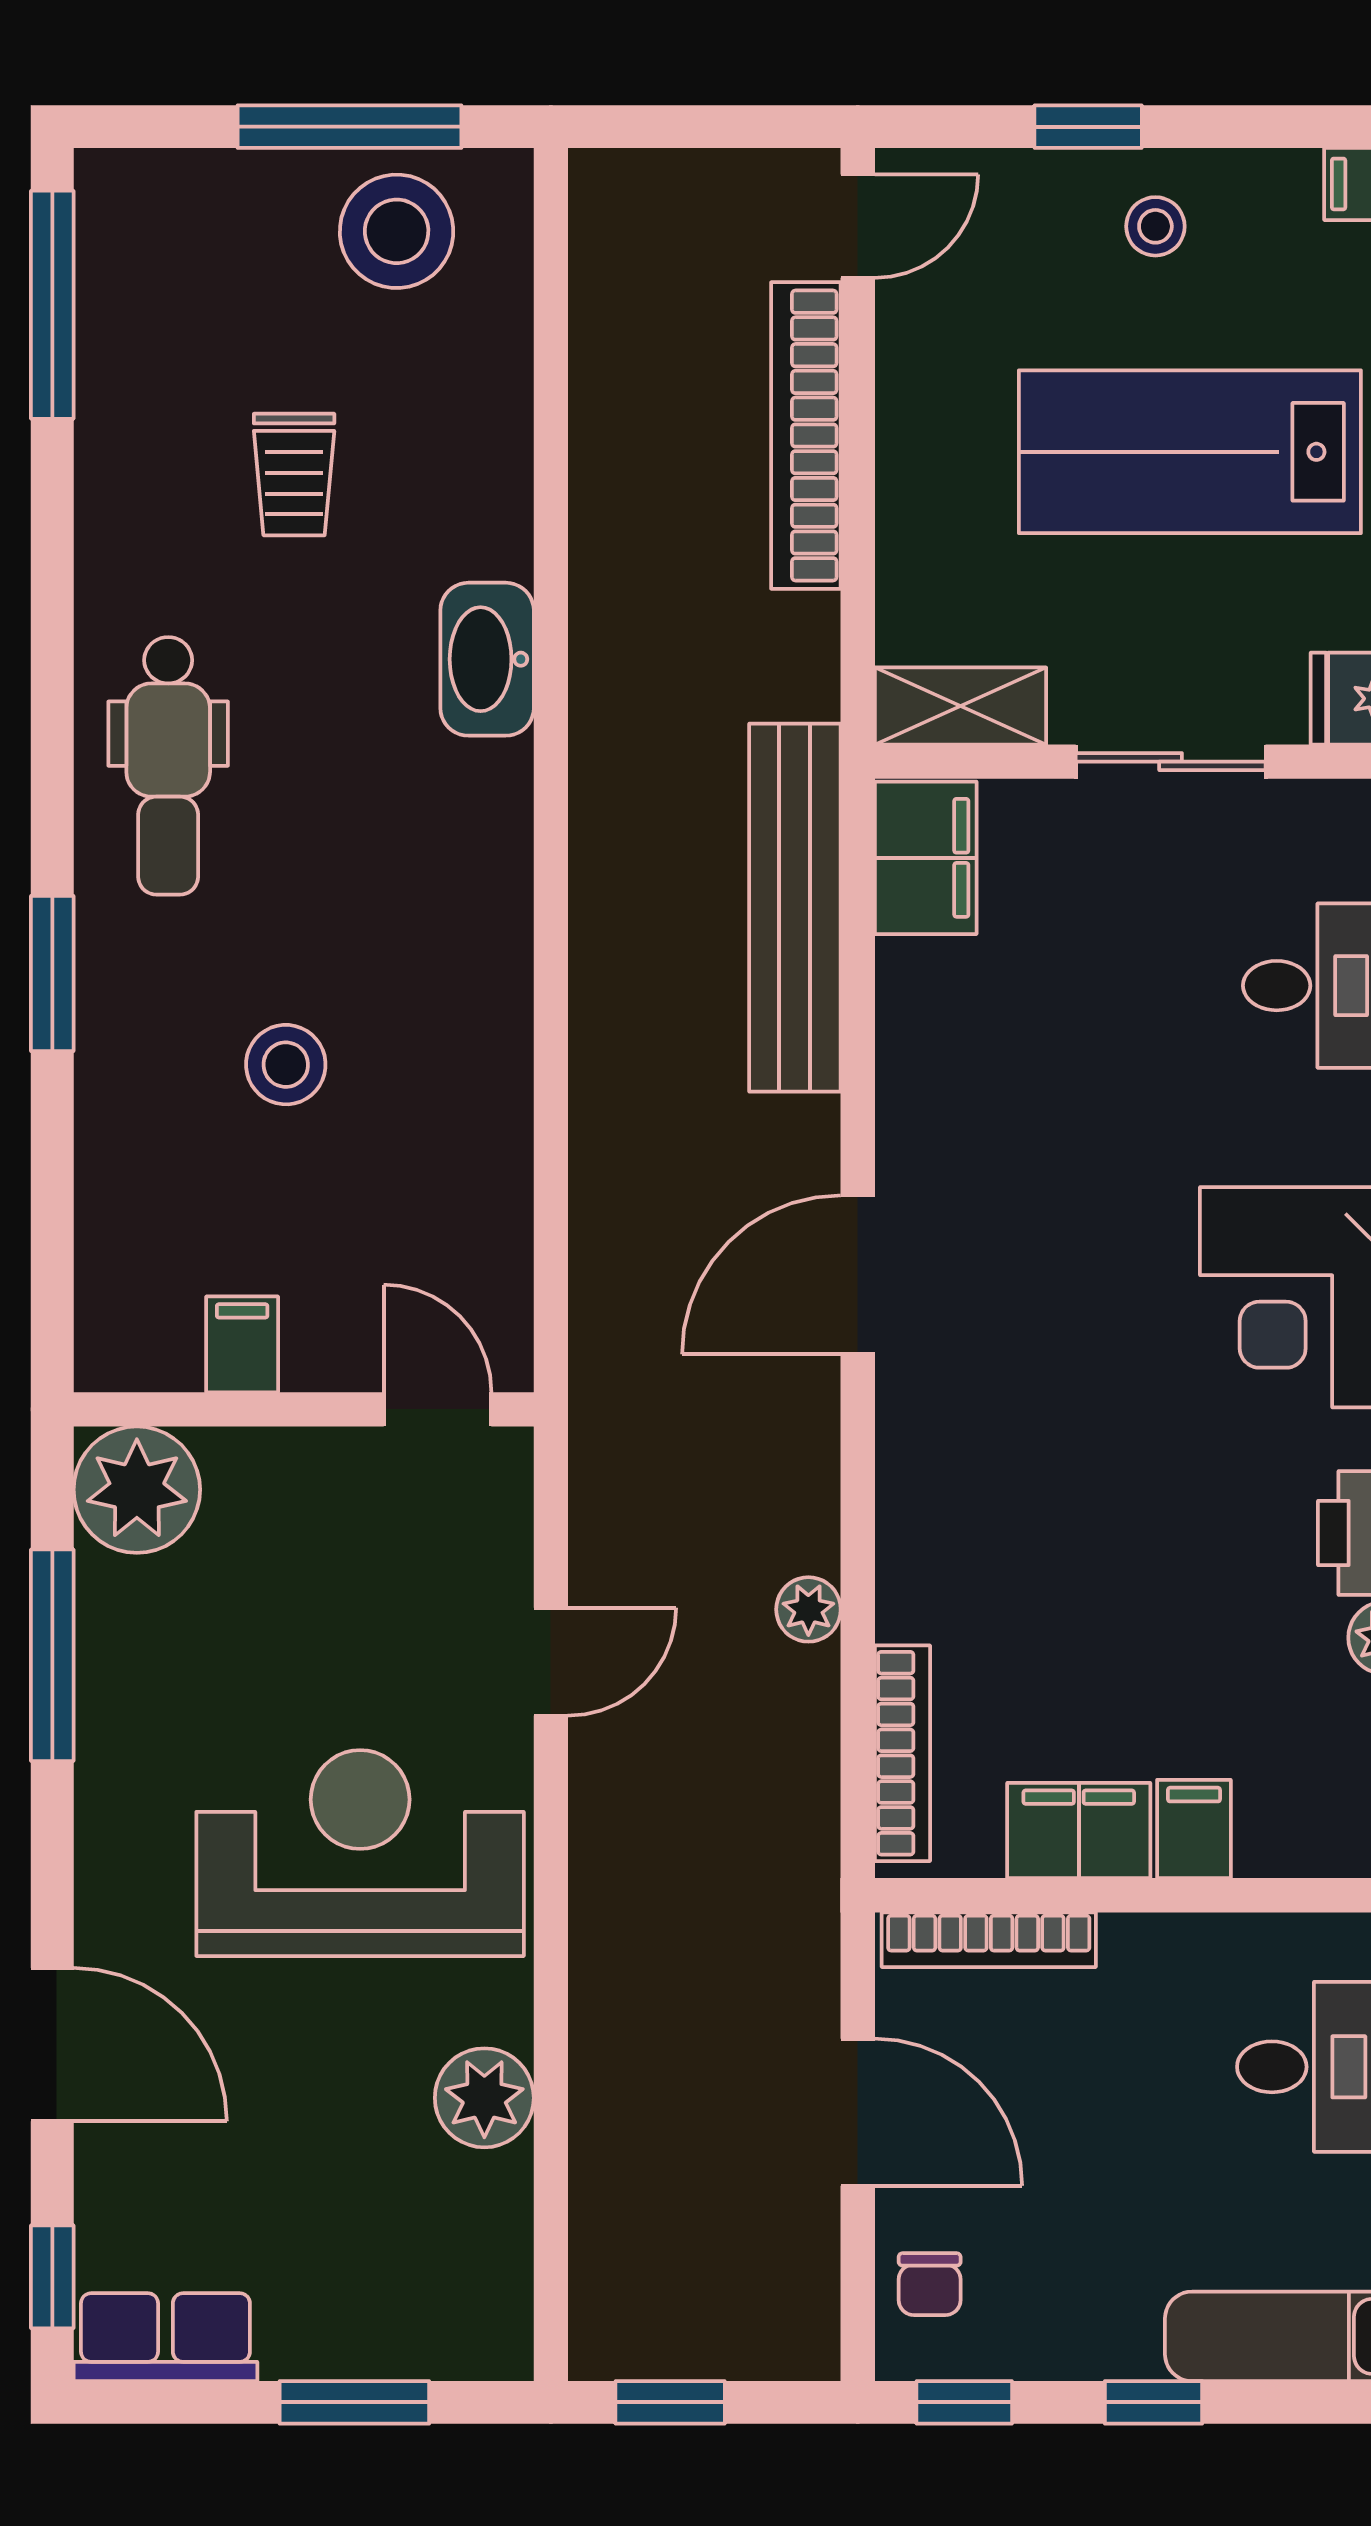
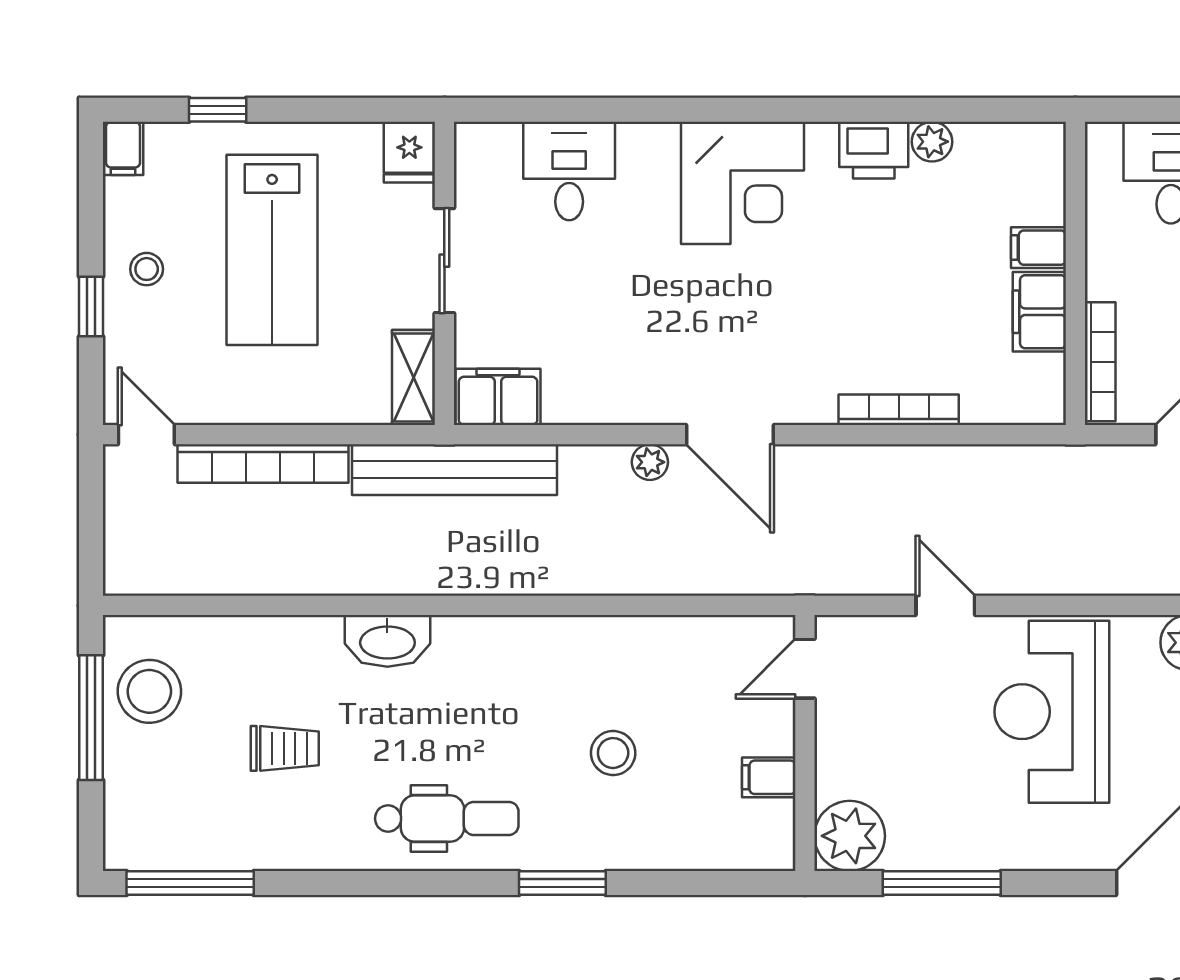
bench: (795, 908) -> (455, 470), moved
plant: (808, 1609) -> (650, 462), moved
bookcase: (902, 1753) -> (899, 410), moved

